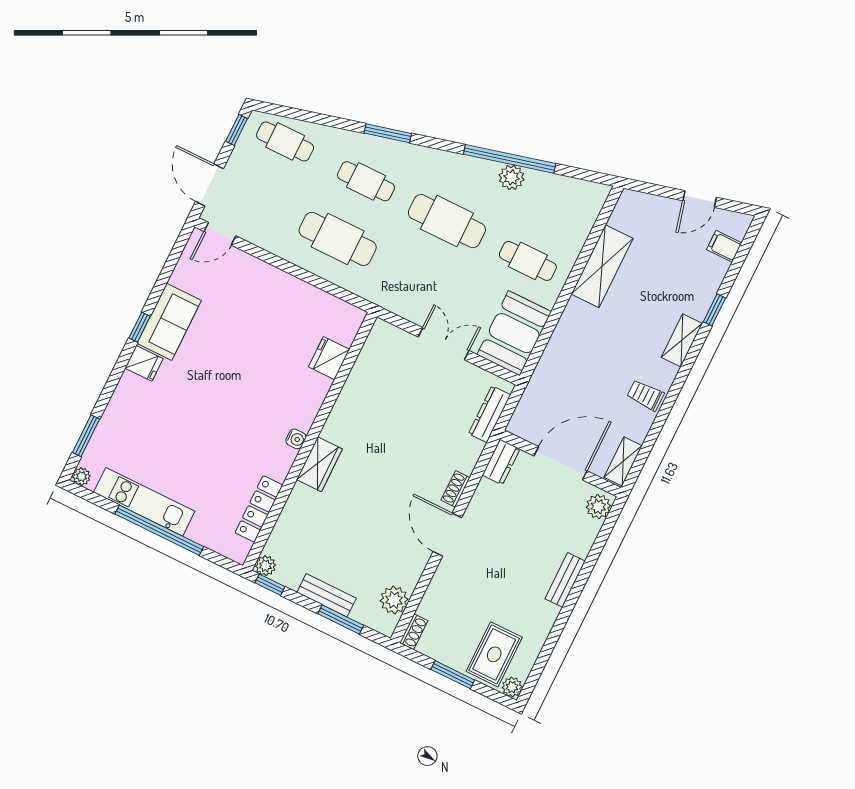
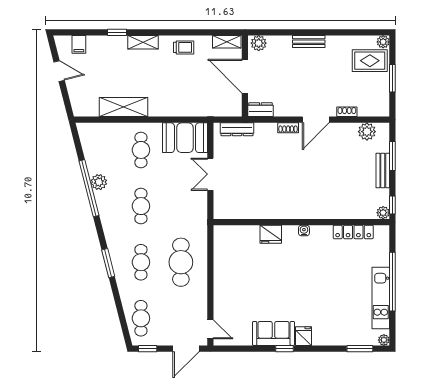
cafe table: (447, 221) -> (141, 206), width x0.73, depth x0.74
fridge: (329, 358) -> (271, 234), moved
trolley: (645, 395) -> (184, 47), turned -90
wardrobe: (319, 464) -> (312, 210), removed
shoe rack: (414, 632) -> (347, 112), moved

